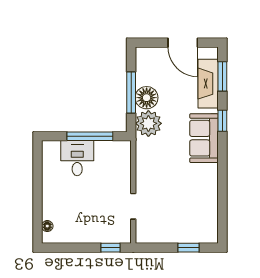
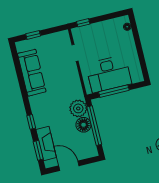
window: (131, 93) -> (94, 126), width x1.46
sofa: (204, 138) -> (32, 73), moved, width x1.36
desk: (77, 158) -> (109, 74), width x1.87, depth x1.30

